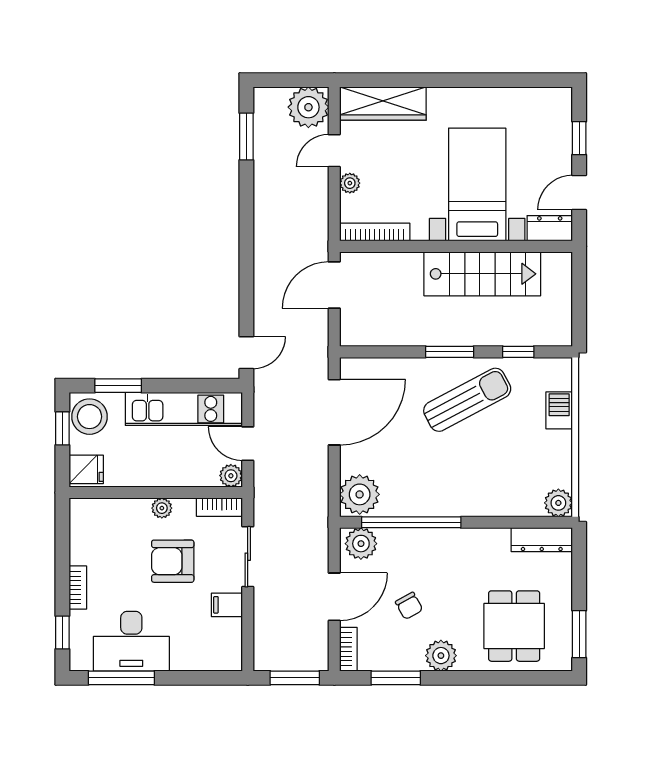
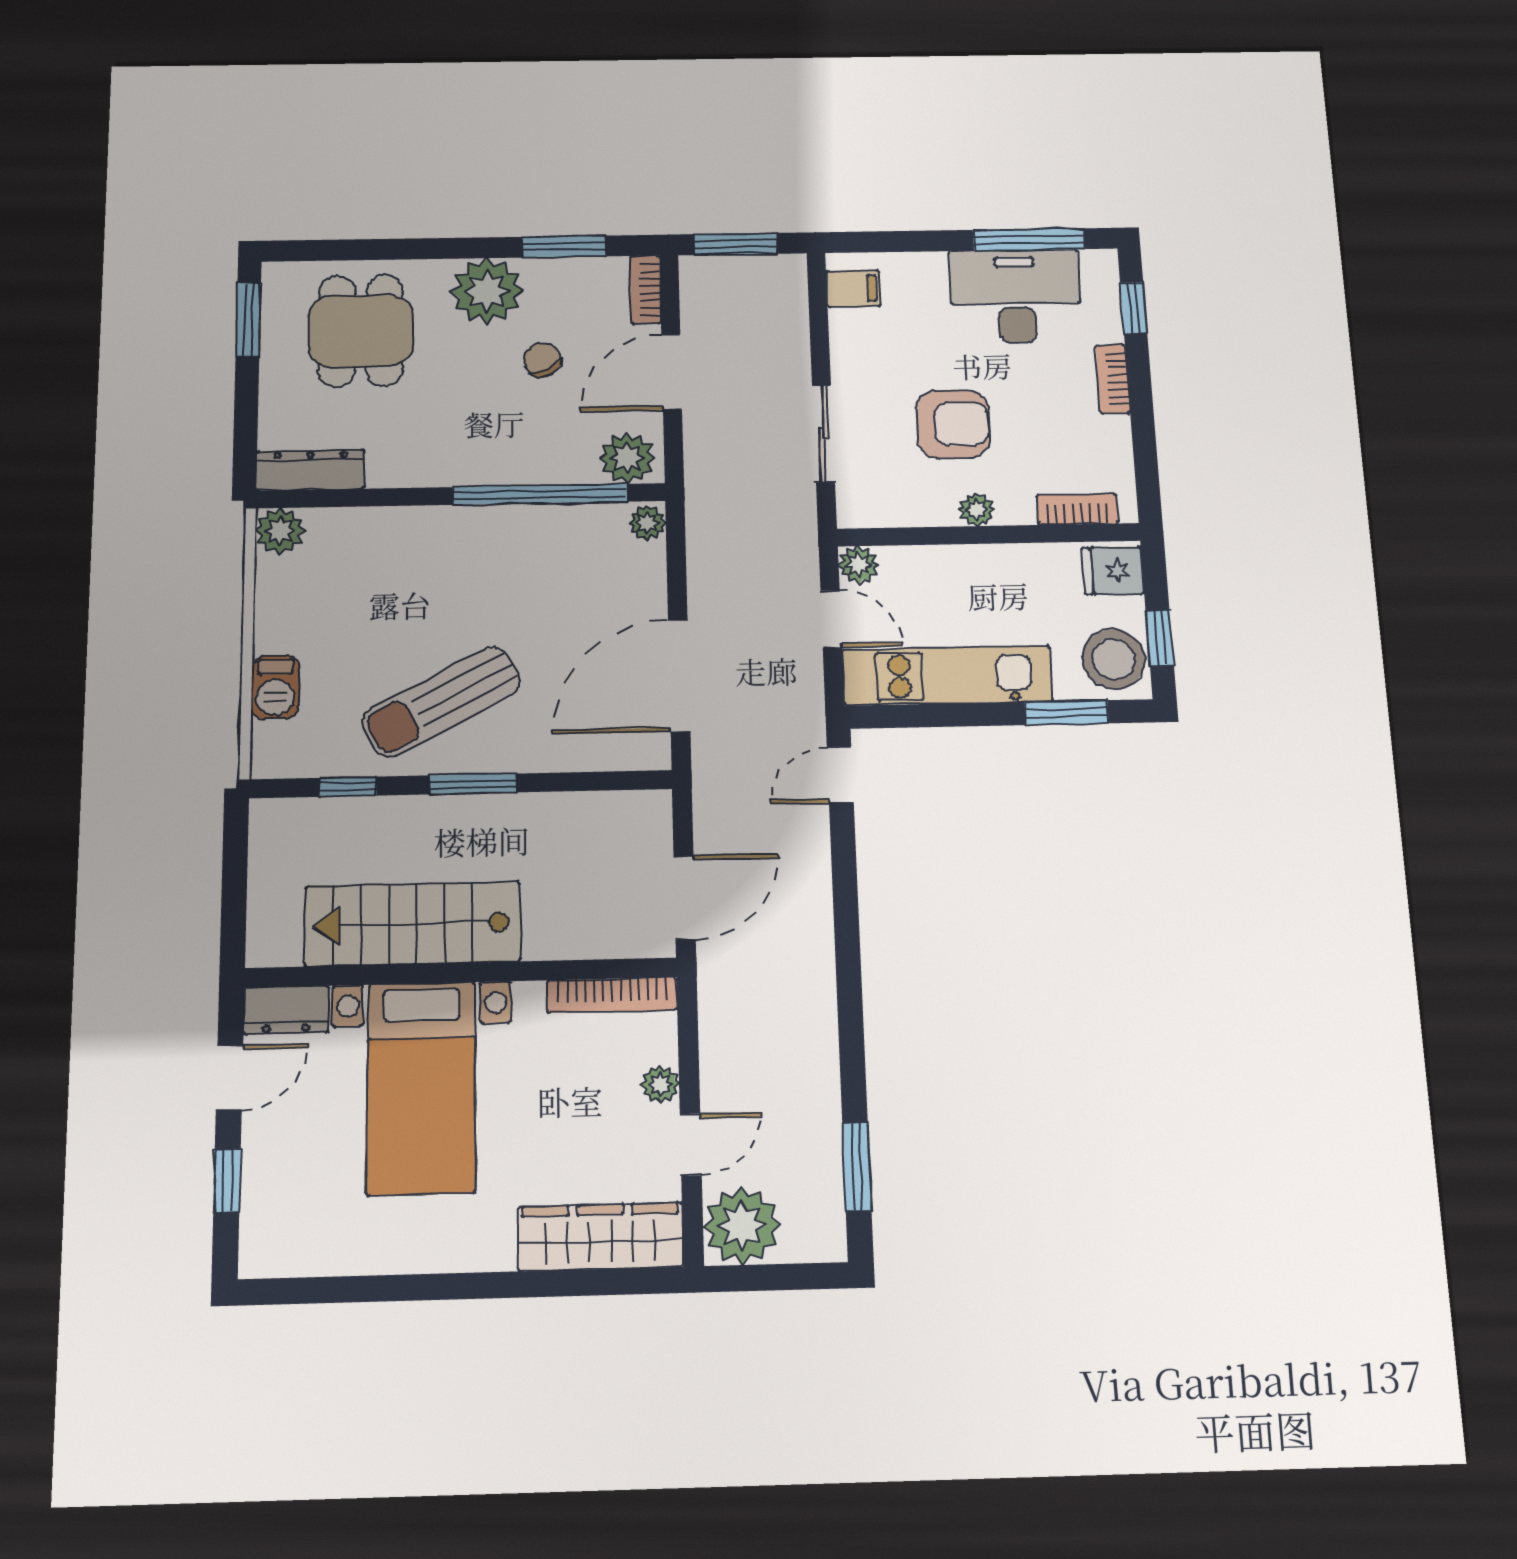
plant: (360, 494) -> (647, 523), width x0.53, depth x0.53
bookcase: (219, 507) -> (1077, 509), moved
filing cabinet: (227, 605) -> (853, 288), moved
plant: (441, 656) -> (487, 291), width x1.36, depth x1.36

